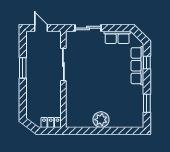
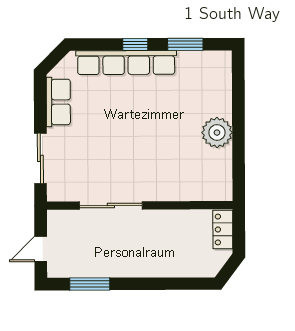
window: (147, 62) -> (135, 44), moved
row of seats: (137, 66) -> (126, 63), width x1.36
window: (23, 68) -> (90, 284), moved

